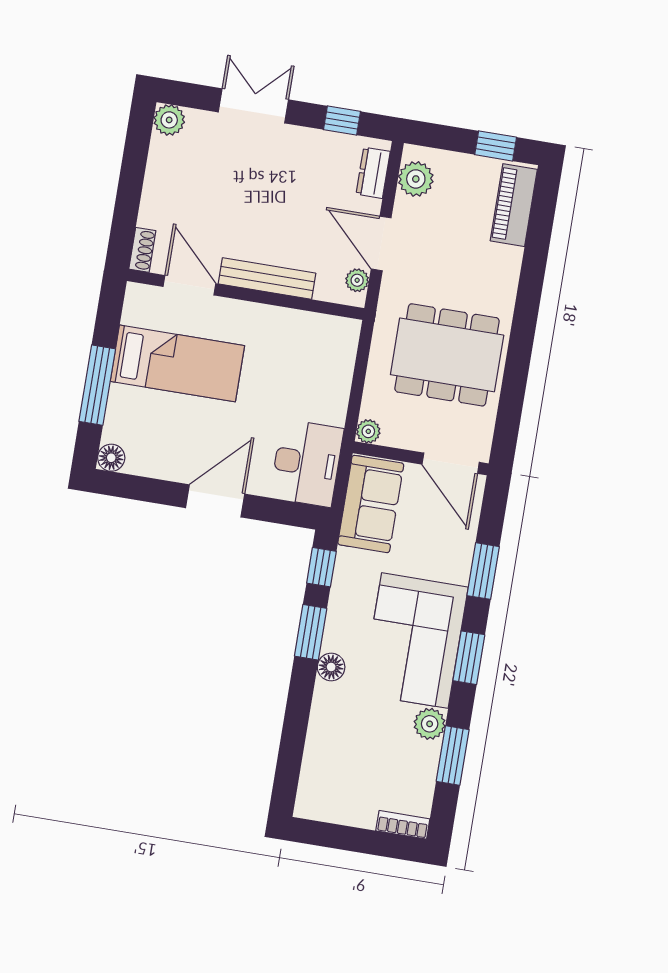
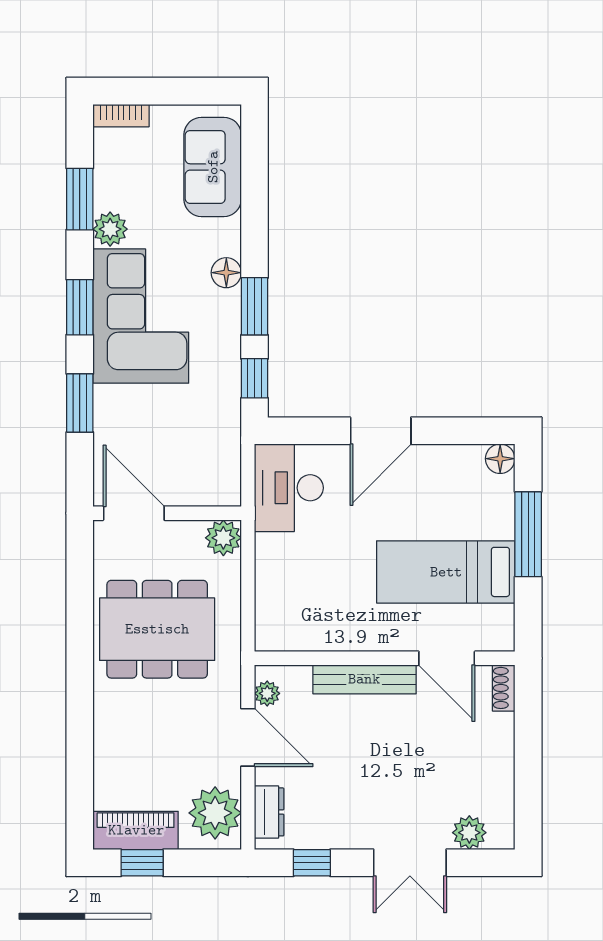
plant: (169, 120) -> (469, 833), moved
plant: (416, 179) -> (215, 813), width x1.36, depth x1.36
piano: (514, 205) -> (136, 830), moved, turned -90
plant: (368, 431) -> (223, 538), width x1.38, depth x1.38
sofa: (371, 504) -> (213, 167), moved

